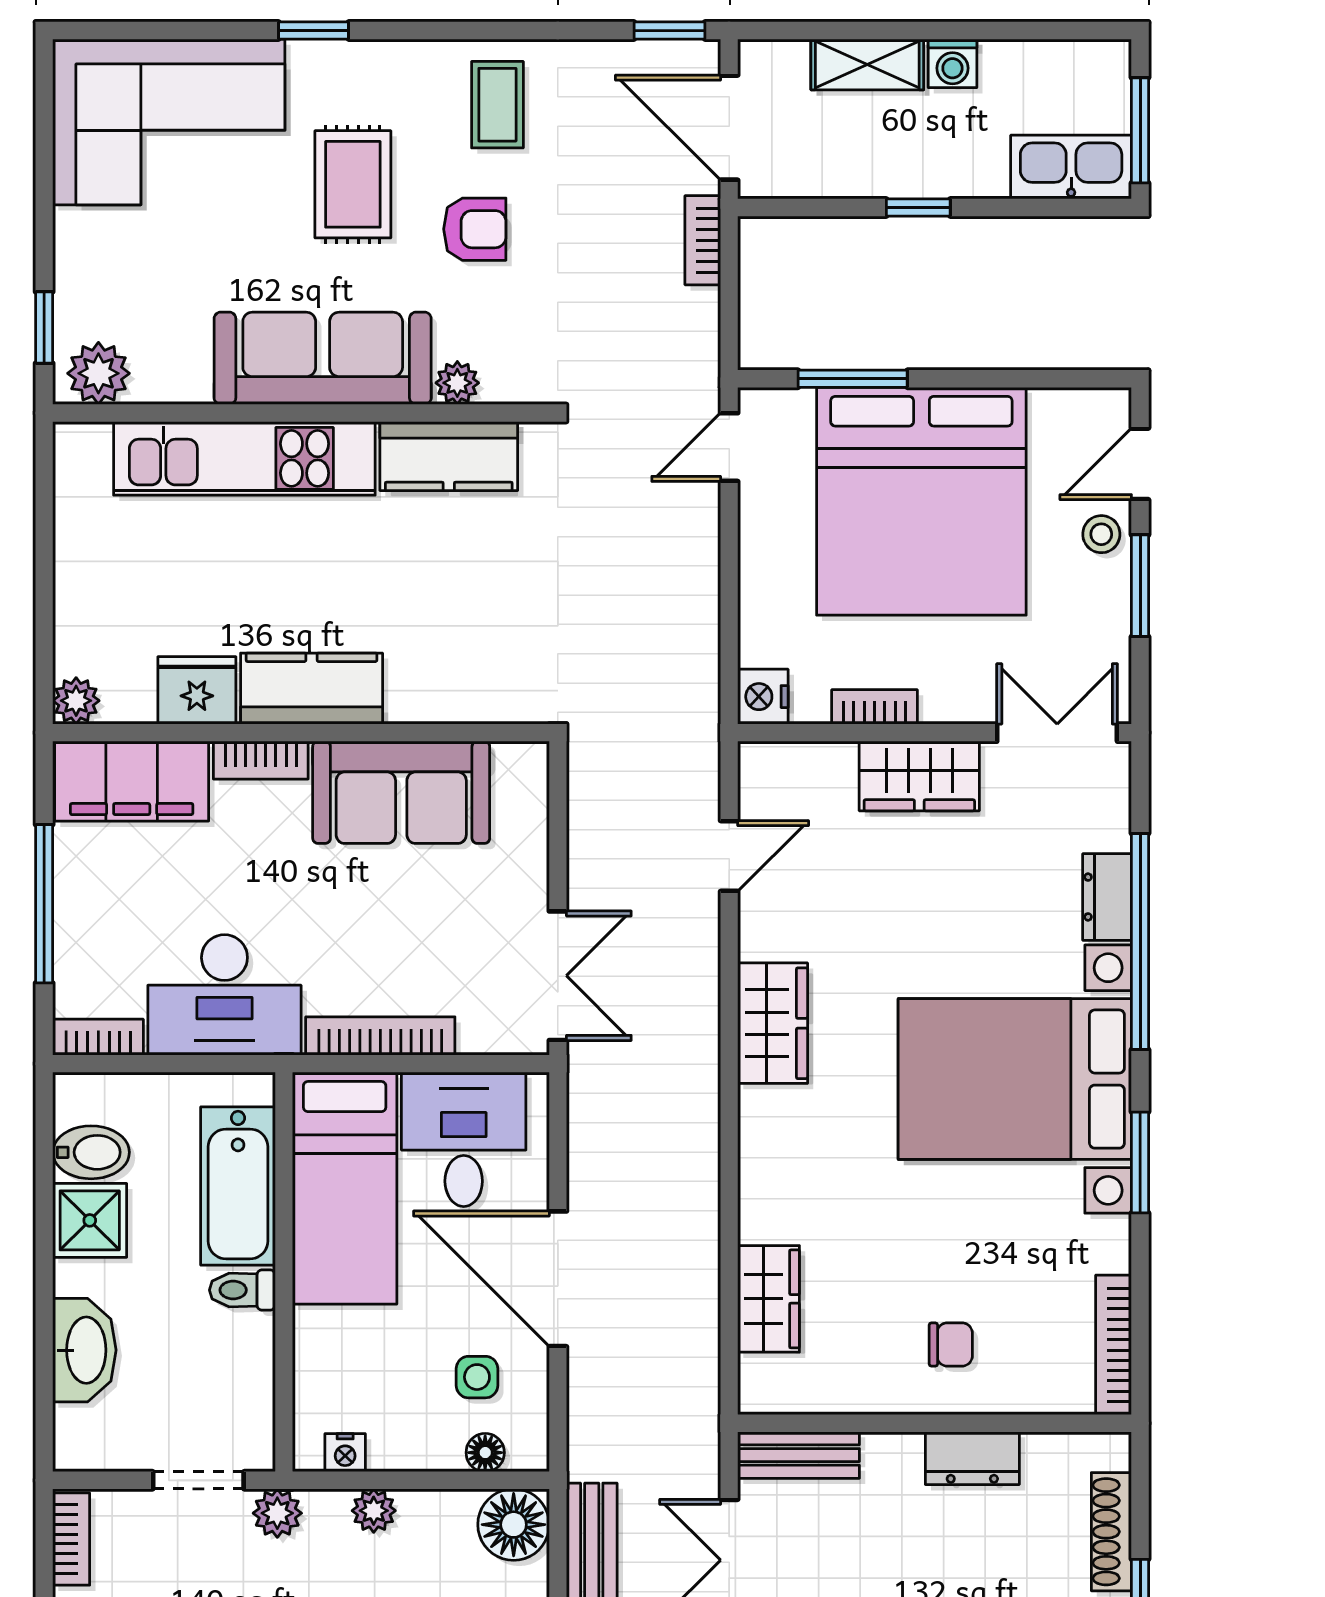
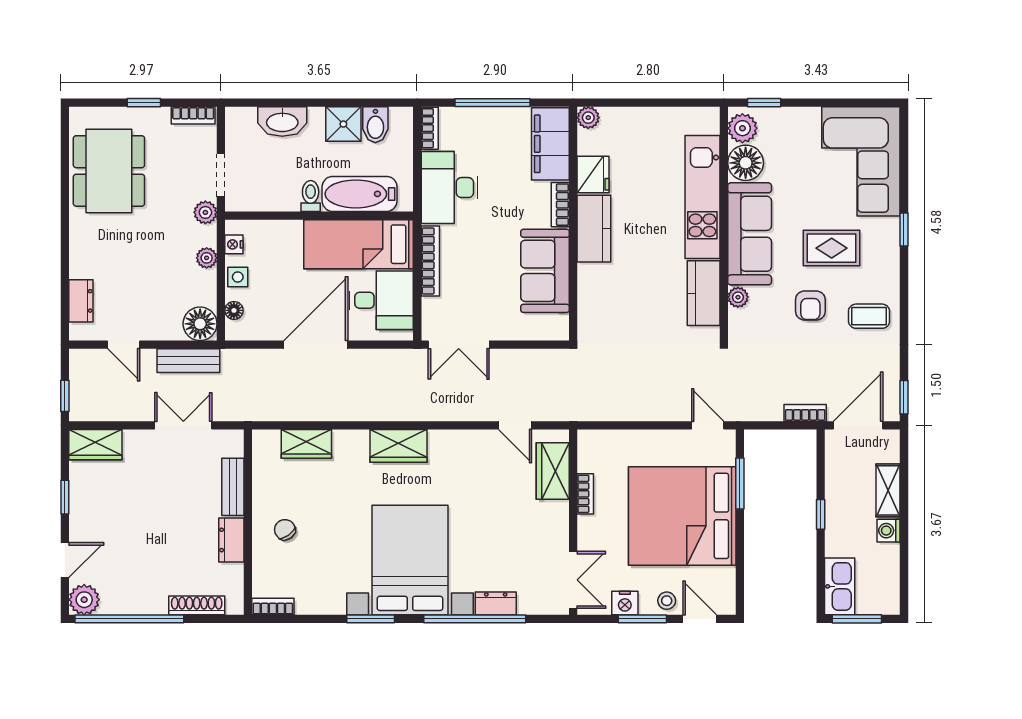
floor lamp: (172, 367) -> (746, 163), added
nightstand: (763, 697) -> (625, 603), moved, turned 180
wardrobe: (919, 776) -> (553, 471), moved
wardrobe: (773, 1023) -> (398, 446), moved
chair: (951, 1344) -> (285, 530), turned 145
bookcase: (1114, 1345) -> (273, 606), width x0.64
side table: (477, 1377) -> (238, 277), moved
bench: (799, 1455) -> (233, 487), moved

